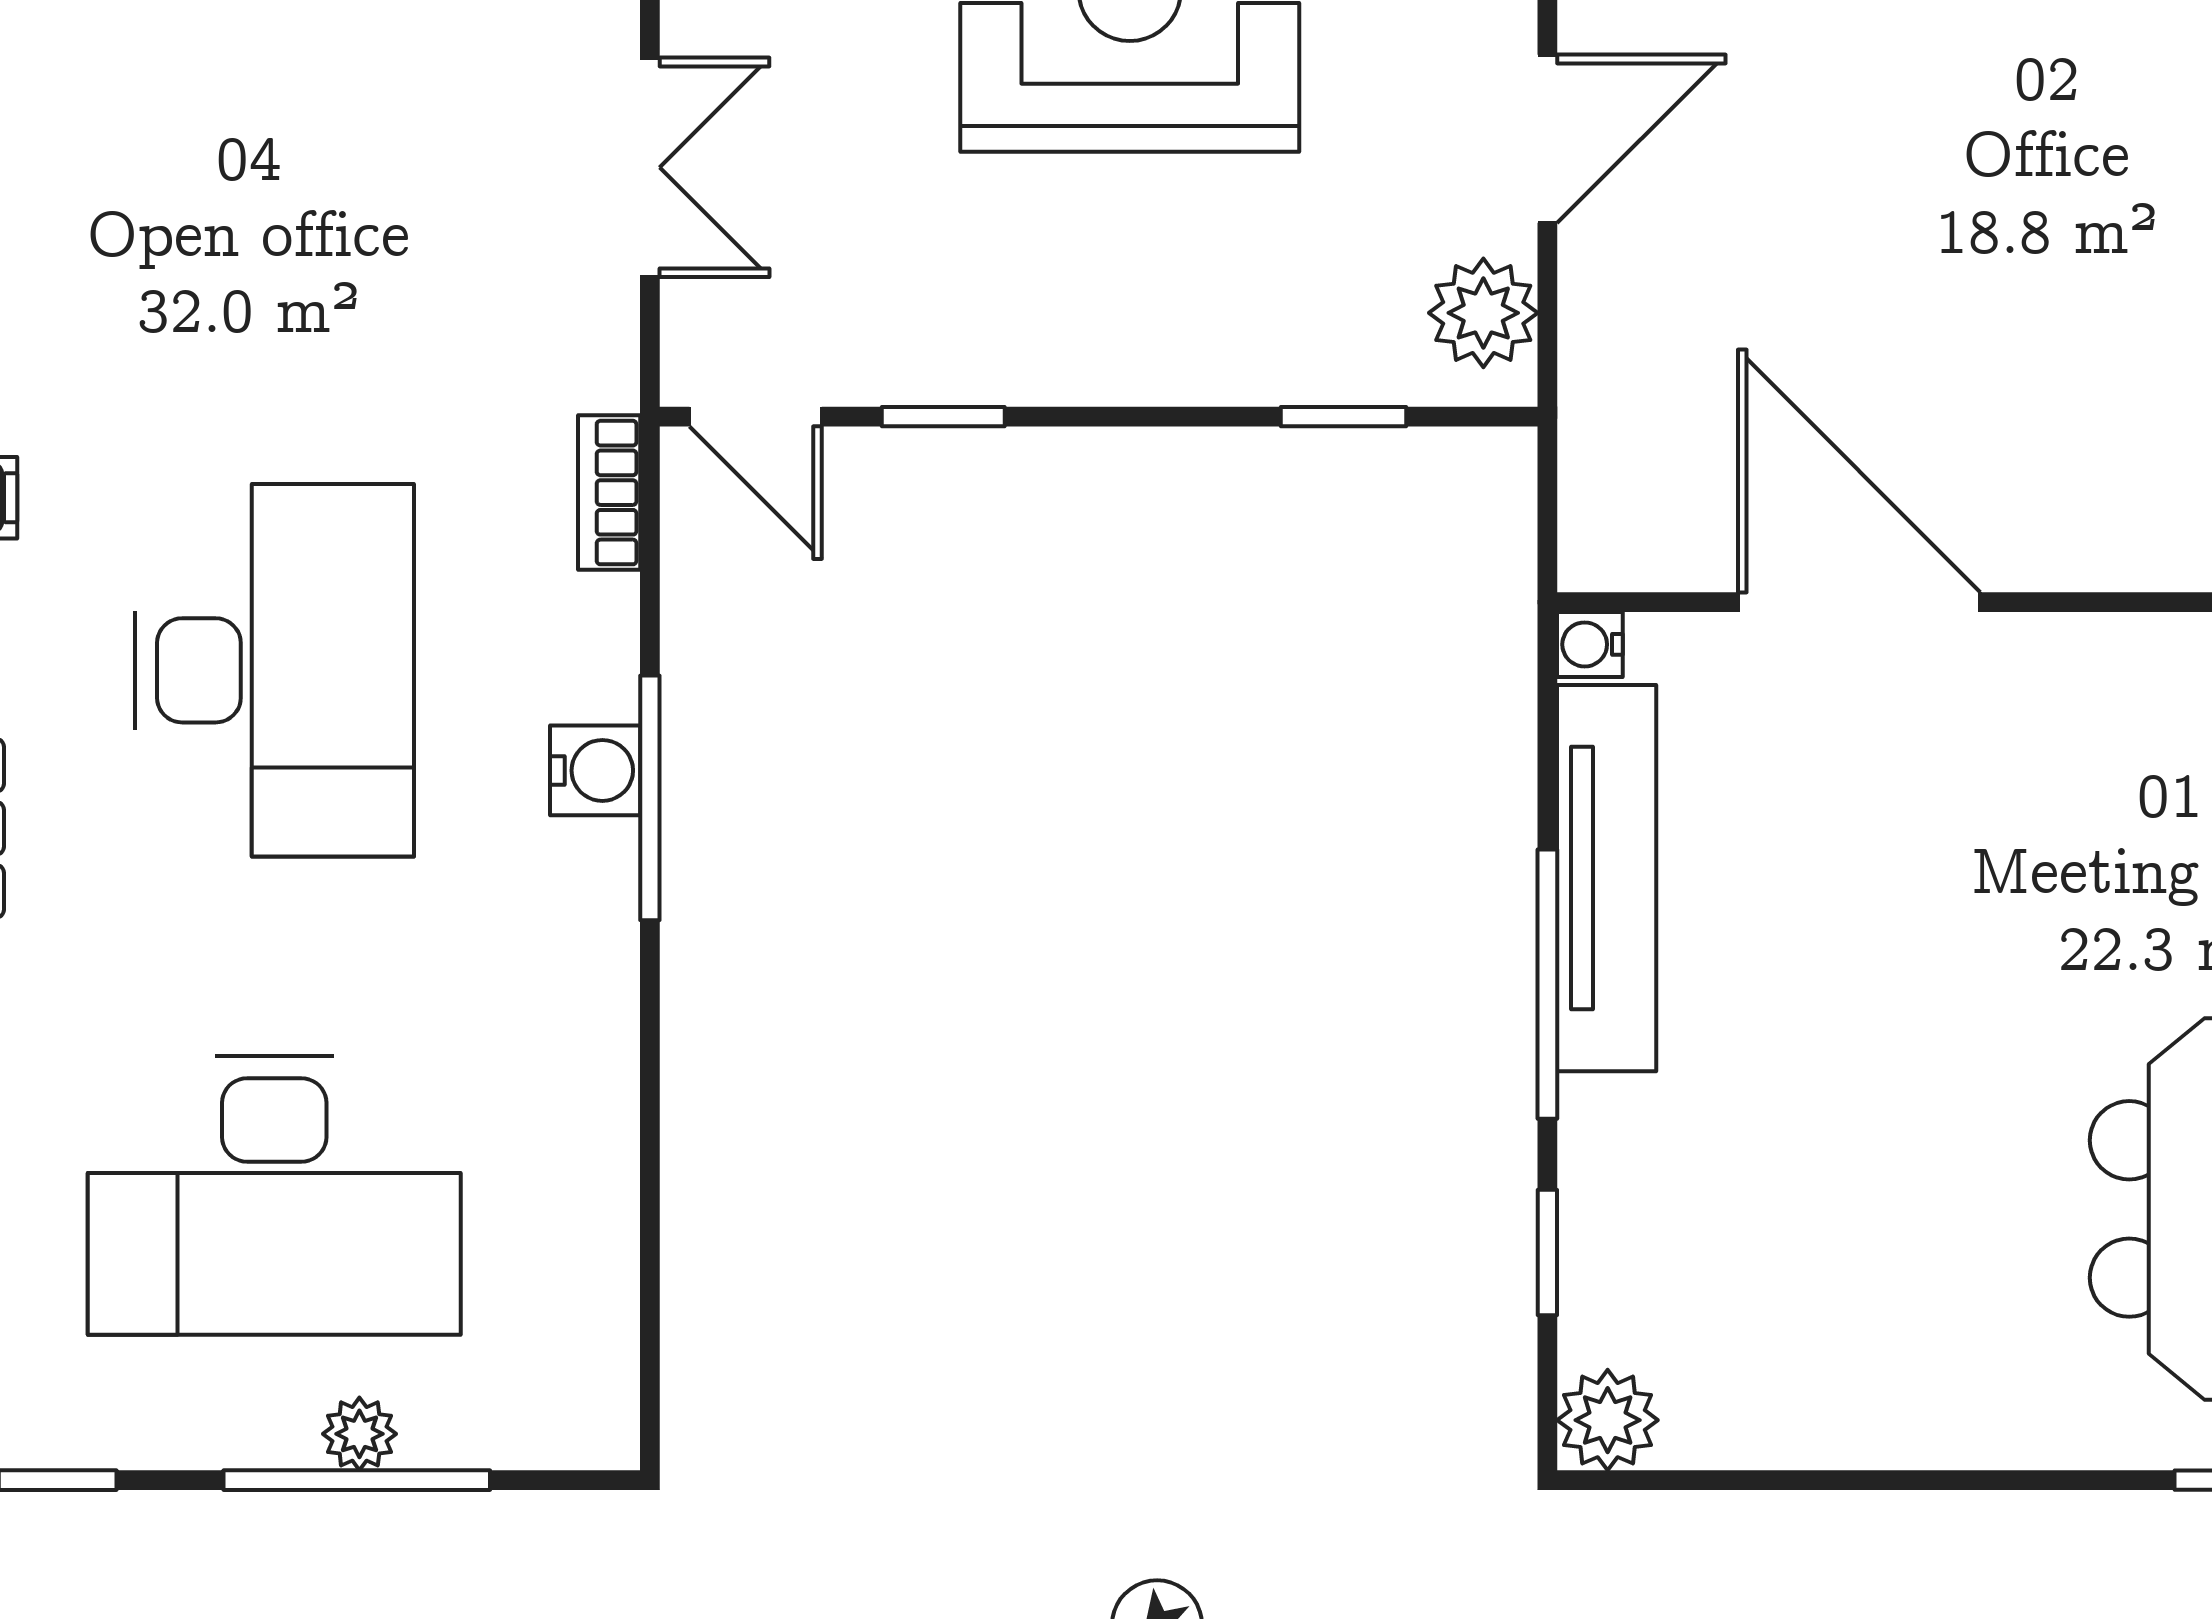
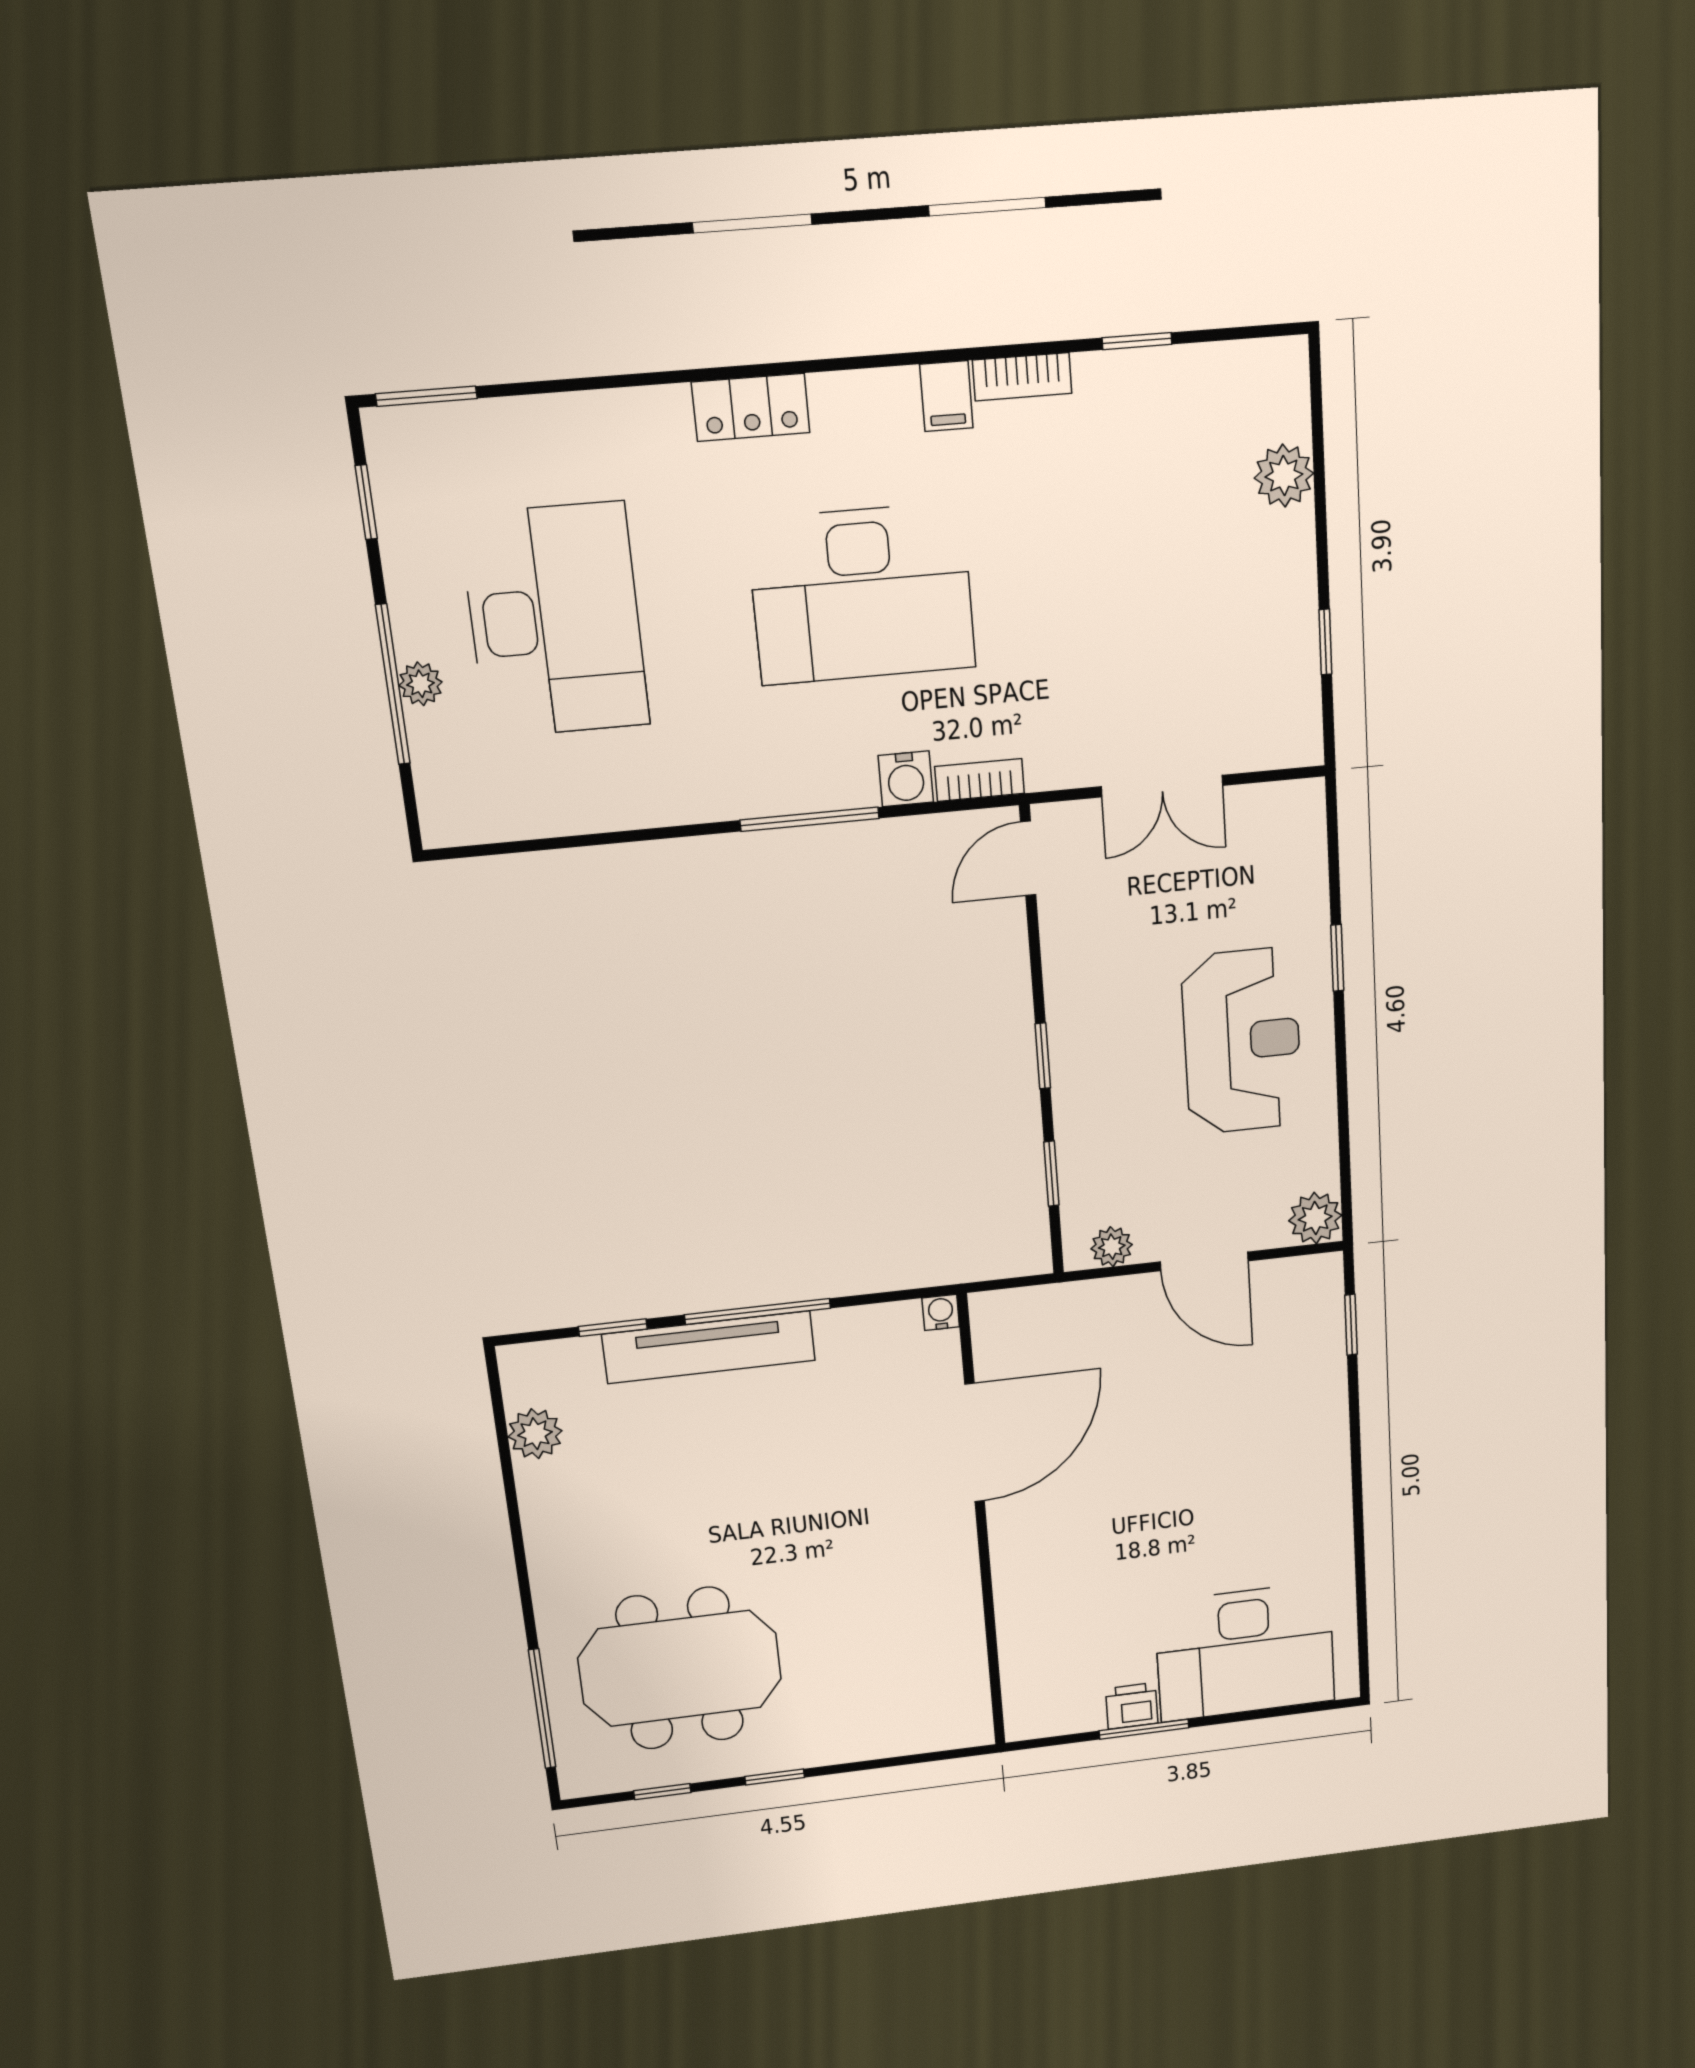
plant: (1483, 313) -> (1112, 1247), width x0.73, depth x0.73
window: (943, 417) -> (1043, 1056), moved
water cooler: (595, 770) -> (906, 779), moved
tv unit: (1607, 878) -> (709, 1347), moved
desk: (274, 1195) -> (555, 620), turned 180
plant: (1608, 1420) -> (535, 1434), moved

